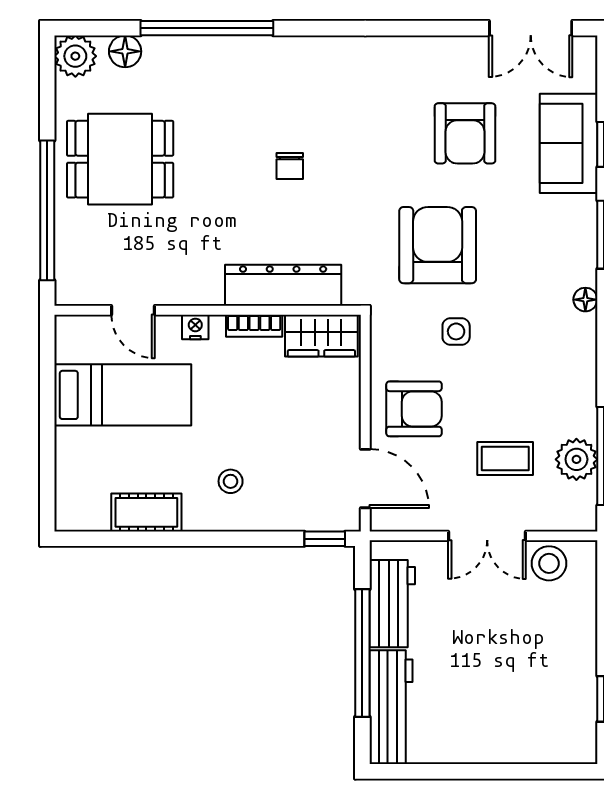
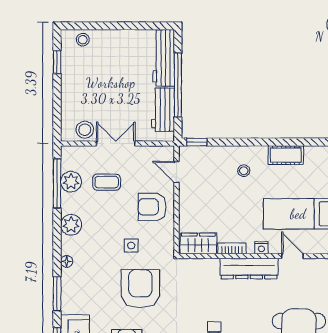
armchair: (438, 245) -> (140, 289), turned 180
dresser: (283, 285) -> (249, 269), moved
plant: (576, 373) -> (71, 225), added
door: (365, 479) -> (176, 172), width x0.73
stool: (553, 744) -> (83, 40), added

